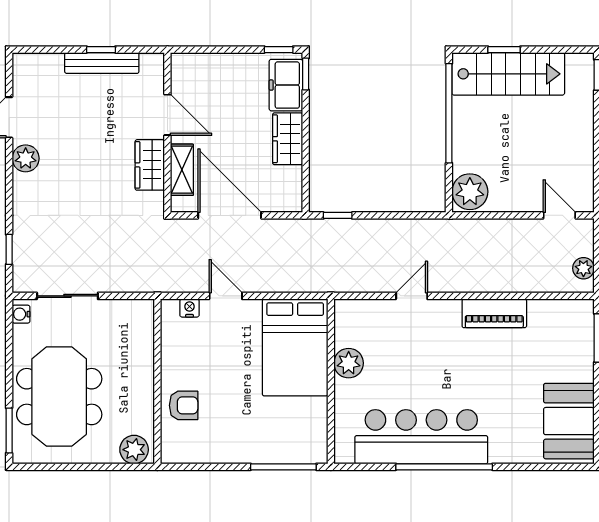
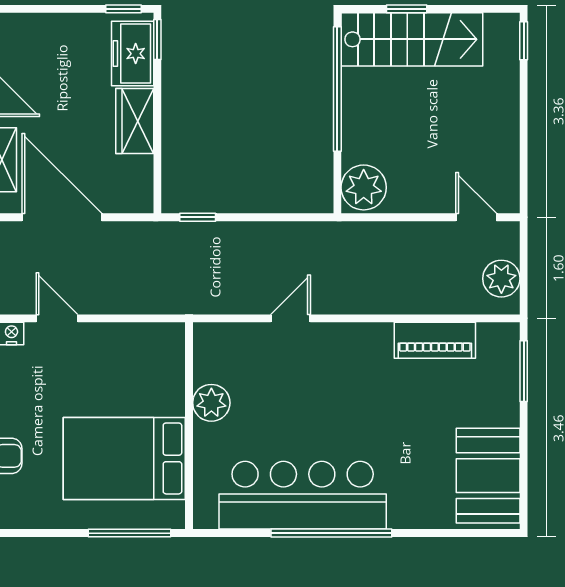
plant: (583, 268) -> (501, 279), width x1.38, depth x1.38
piano: (494, 313) -> (435, 340), moved
bed: (295, 347) -> (124, 458), moved, turned 90

